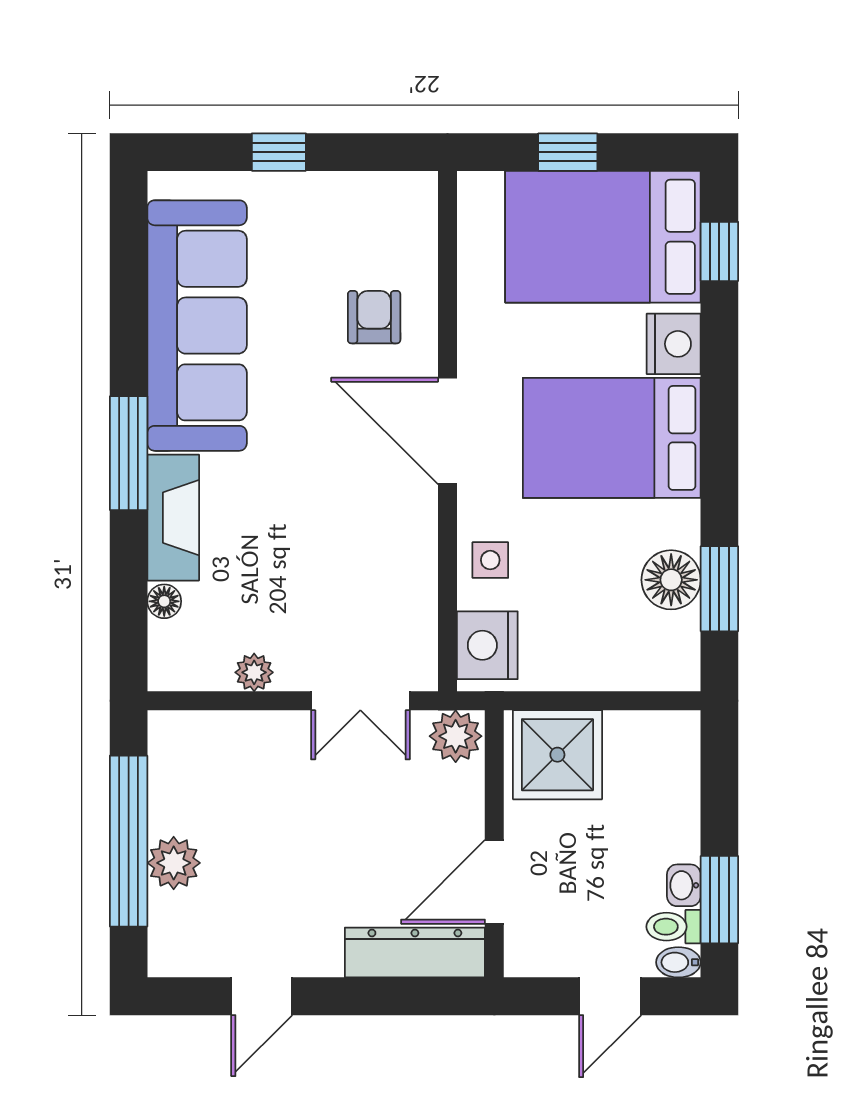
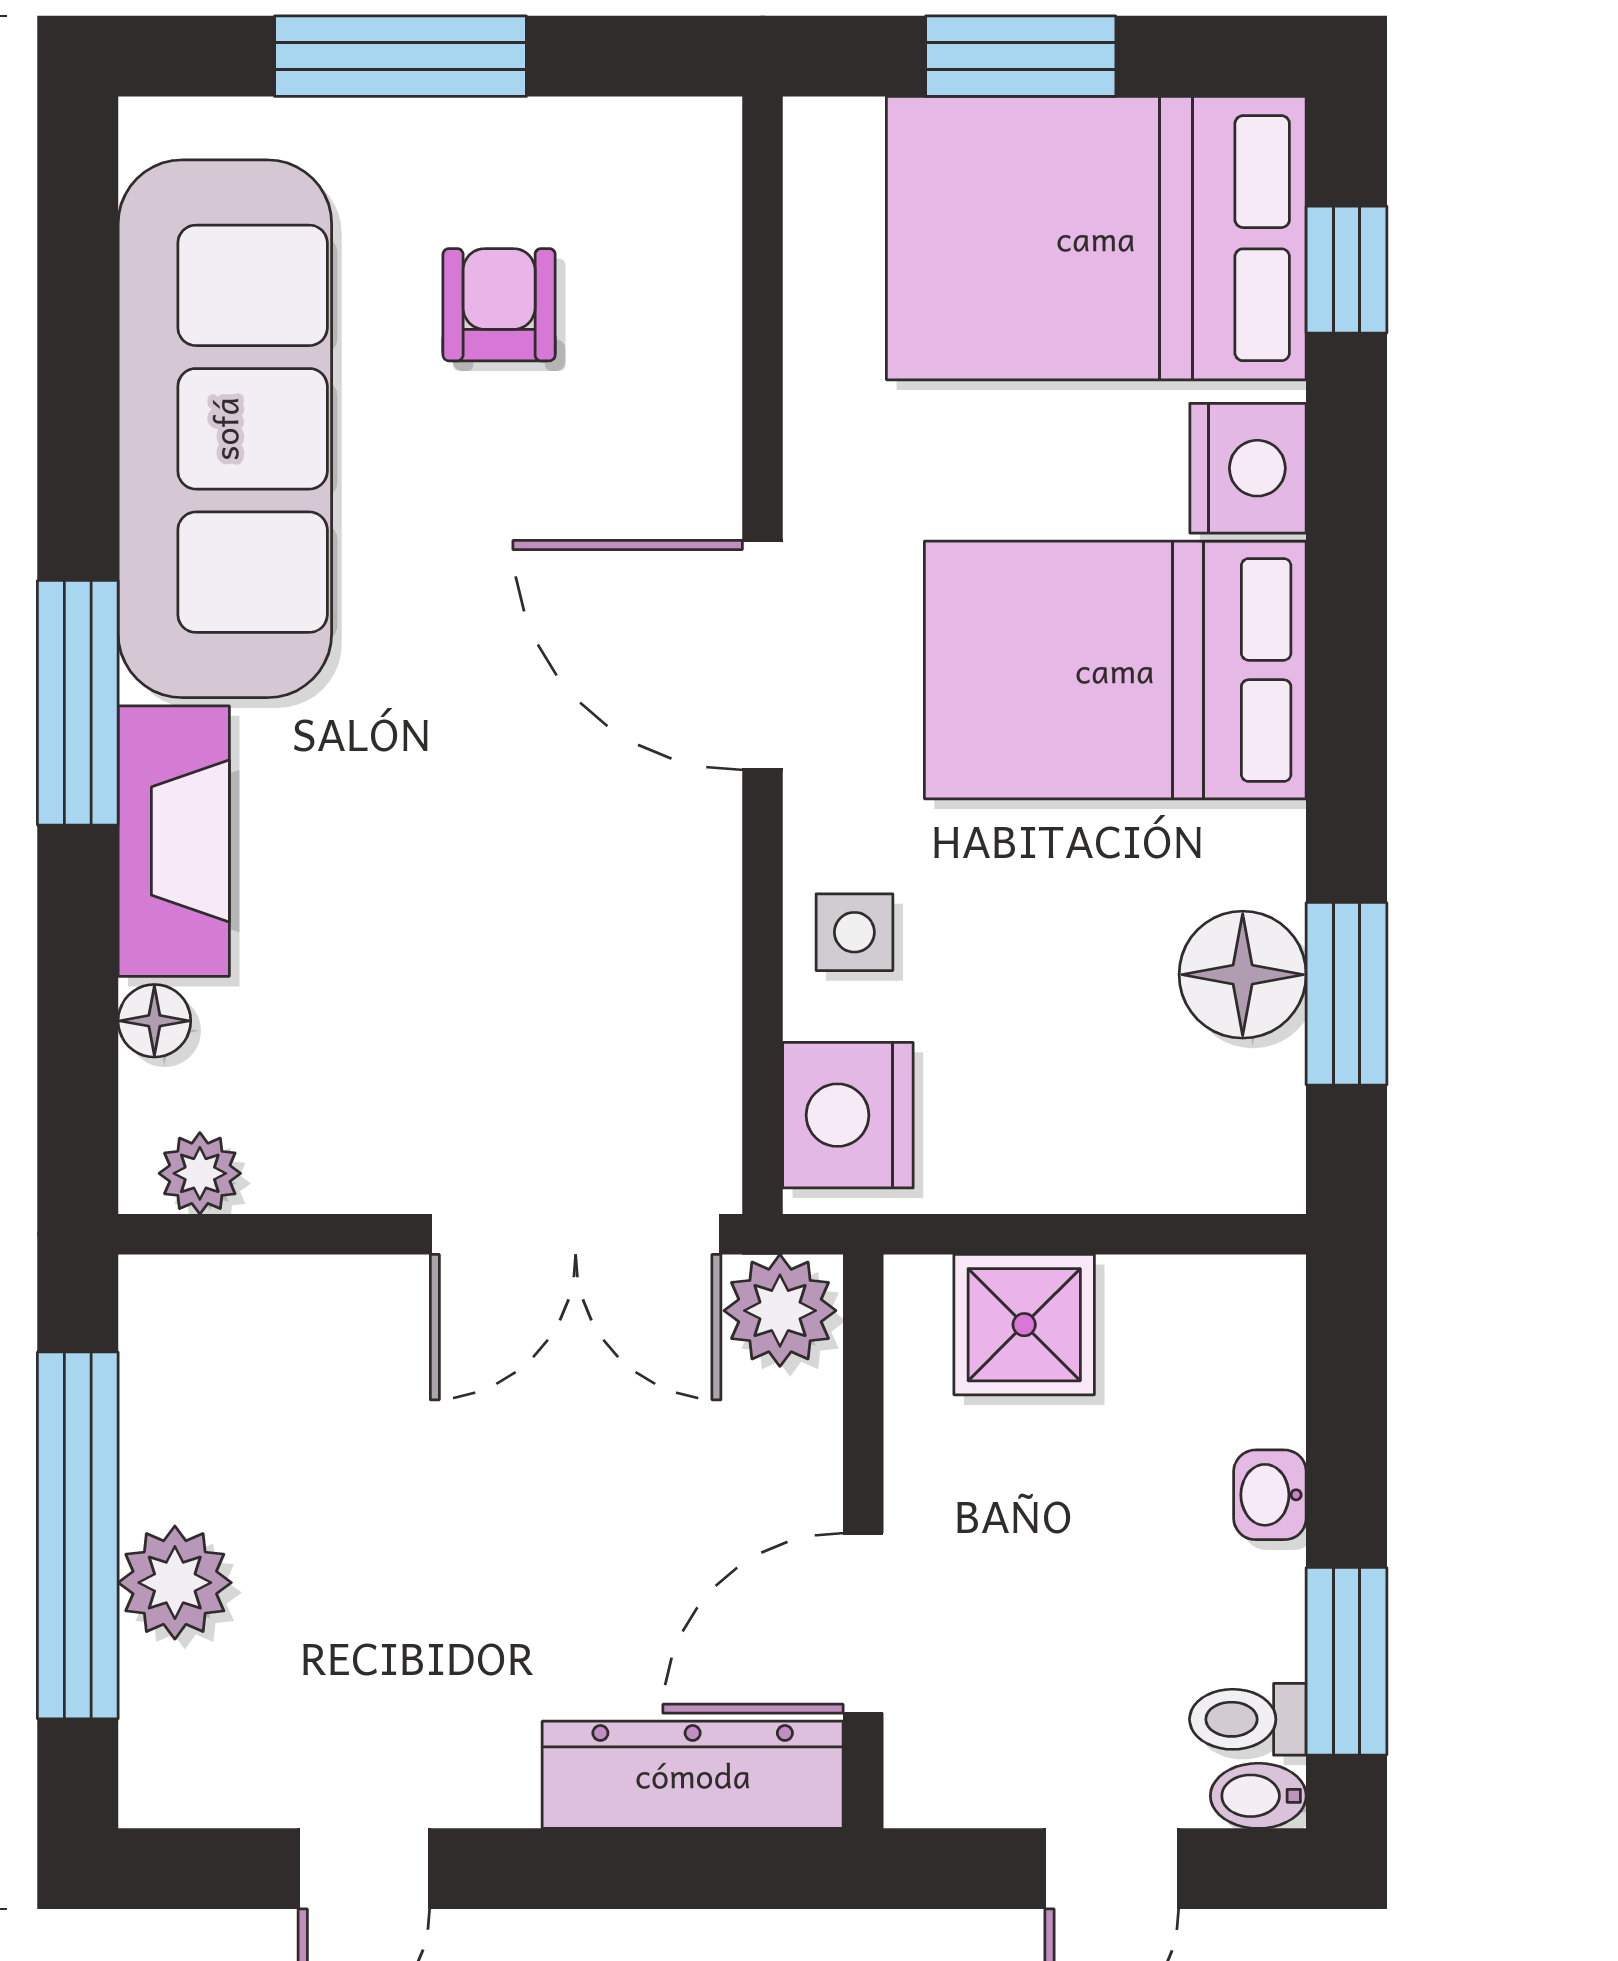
window: (279, 152) -> (400, 56), width x2.17
window: (568, 152) -> (1021, 56), width x1.50
armchair: (374, 317) -> (499, 305), moved
plant: (254, 672) -> (200, 1173), moved
double door: (360, 701) -> (576, 1234), width x1.37
shower: (557, 755) -> (1024, 1325), width x0.73, depth x0.73
washbasin: (684, 885) -> (1270, 1495), moved

